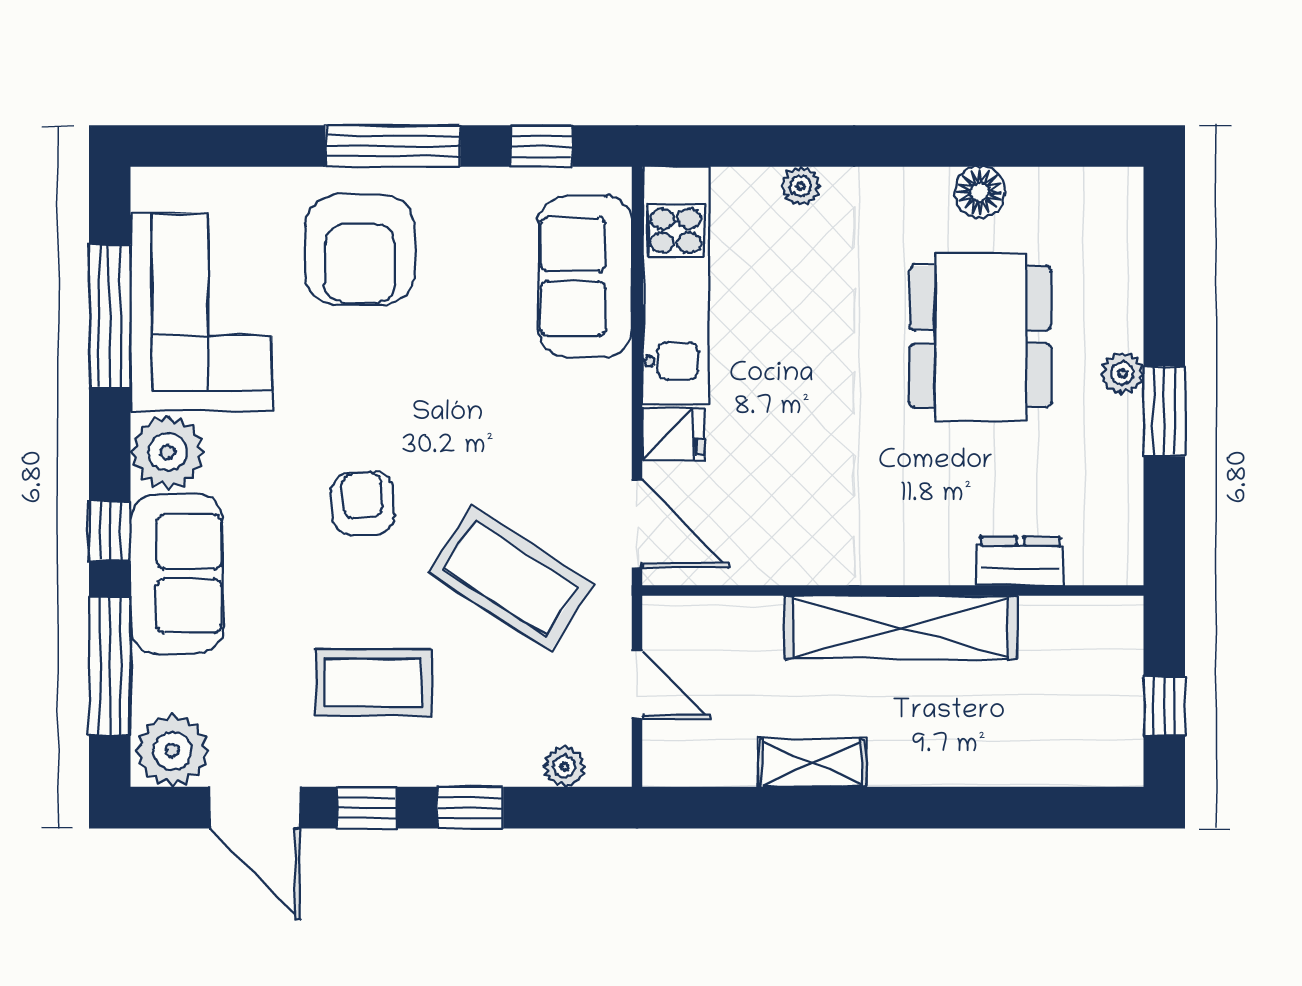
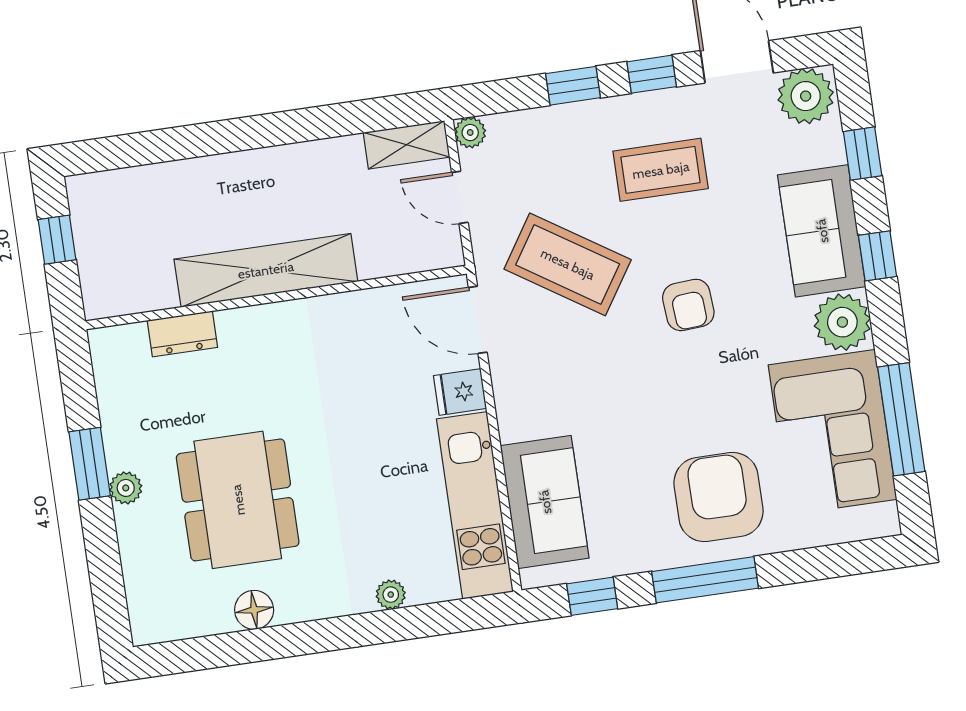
window: (110, 666) -> (863, 154), width x0.46
shelving: (812, 763) -> (407, 145), moved
plant: (564, 767) -> (470, 133), moved

